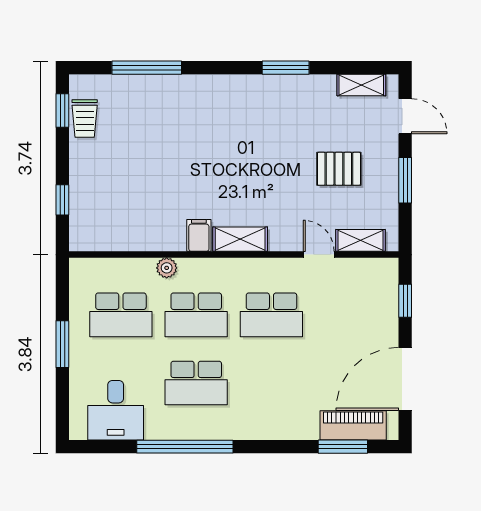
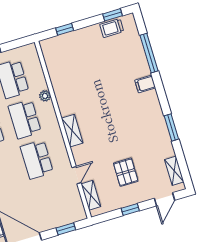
window: (405, 180) -> (130, 210), width x0.67
filing cabinet: (199, 235) -> (145, 84), moved, turned 180

